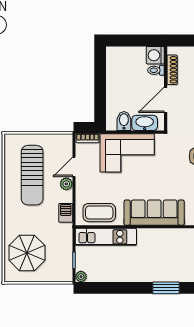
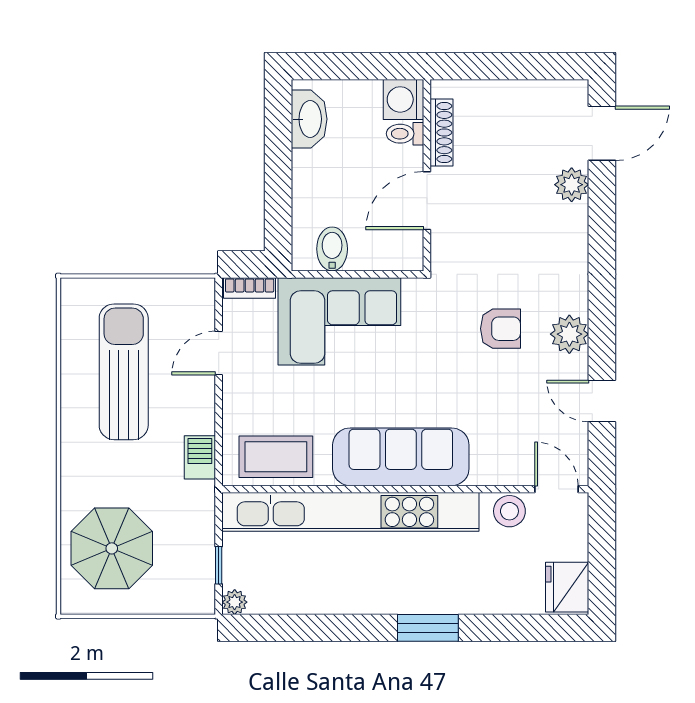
washbasin: (145, 123) -> (309, 119), moved, turned 90
sun lounger: (32, 175) -> (124, 372), turned 180
plant: (66, 184) -> (201, 392), removed
kitchen unit: (106, 237) -> (350, 512), width x1.86

